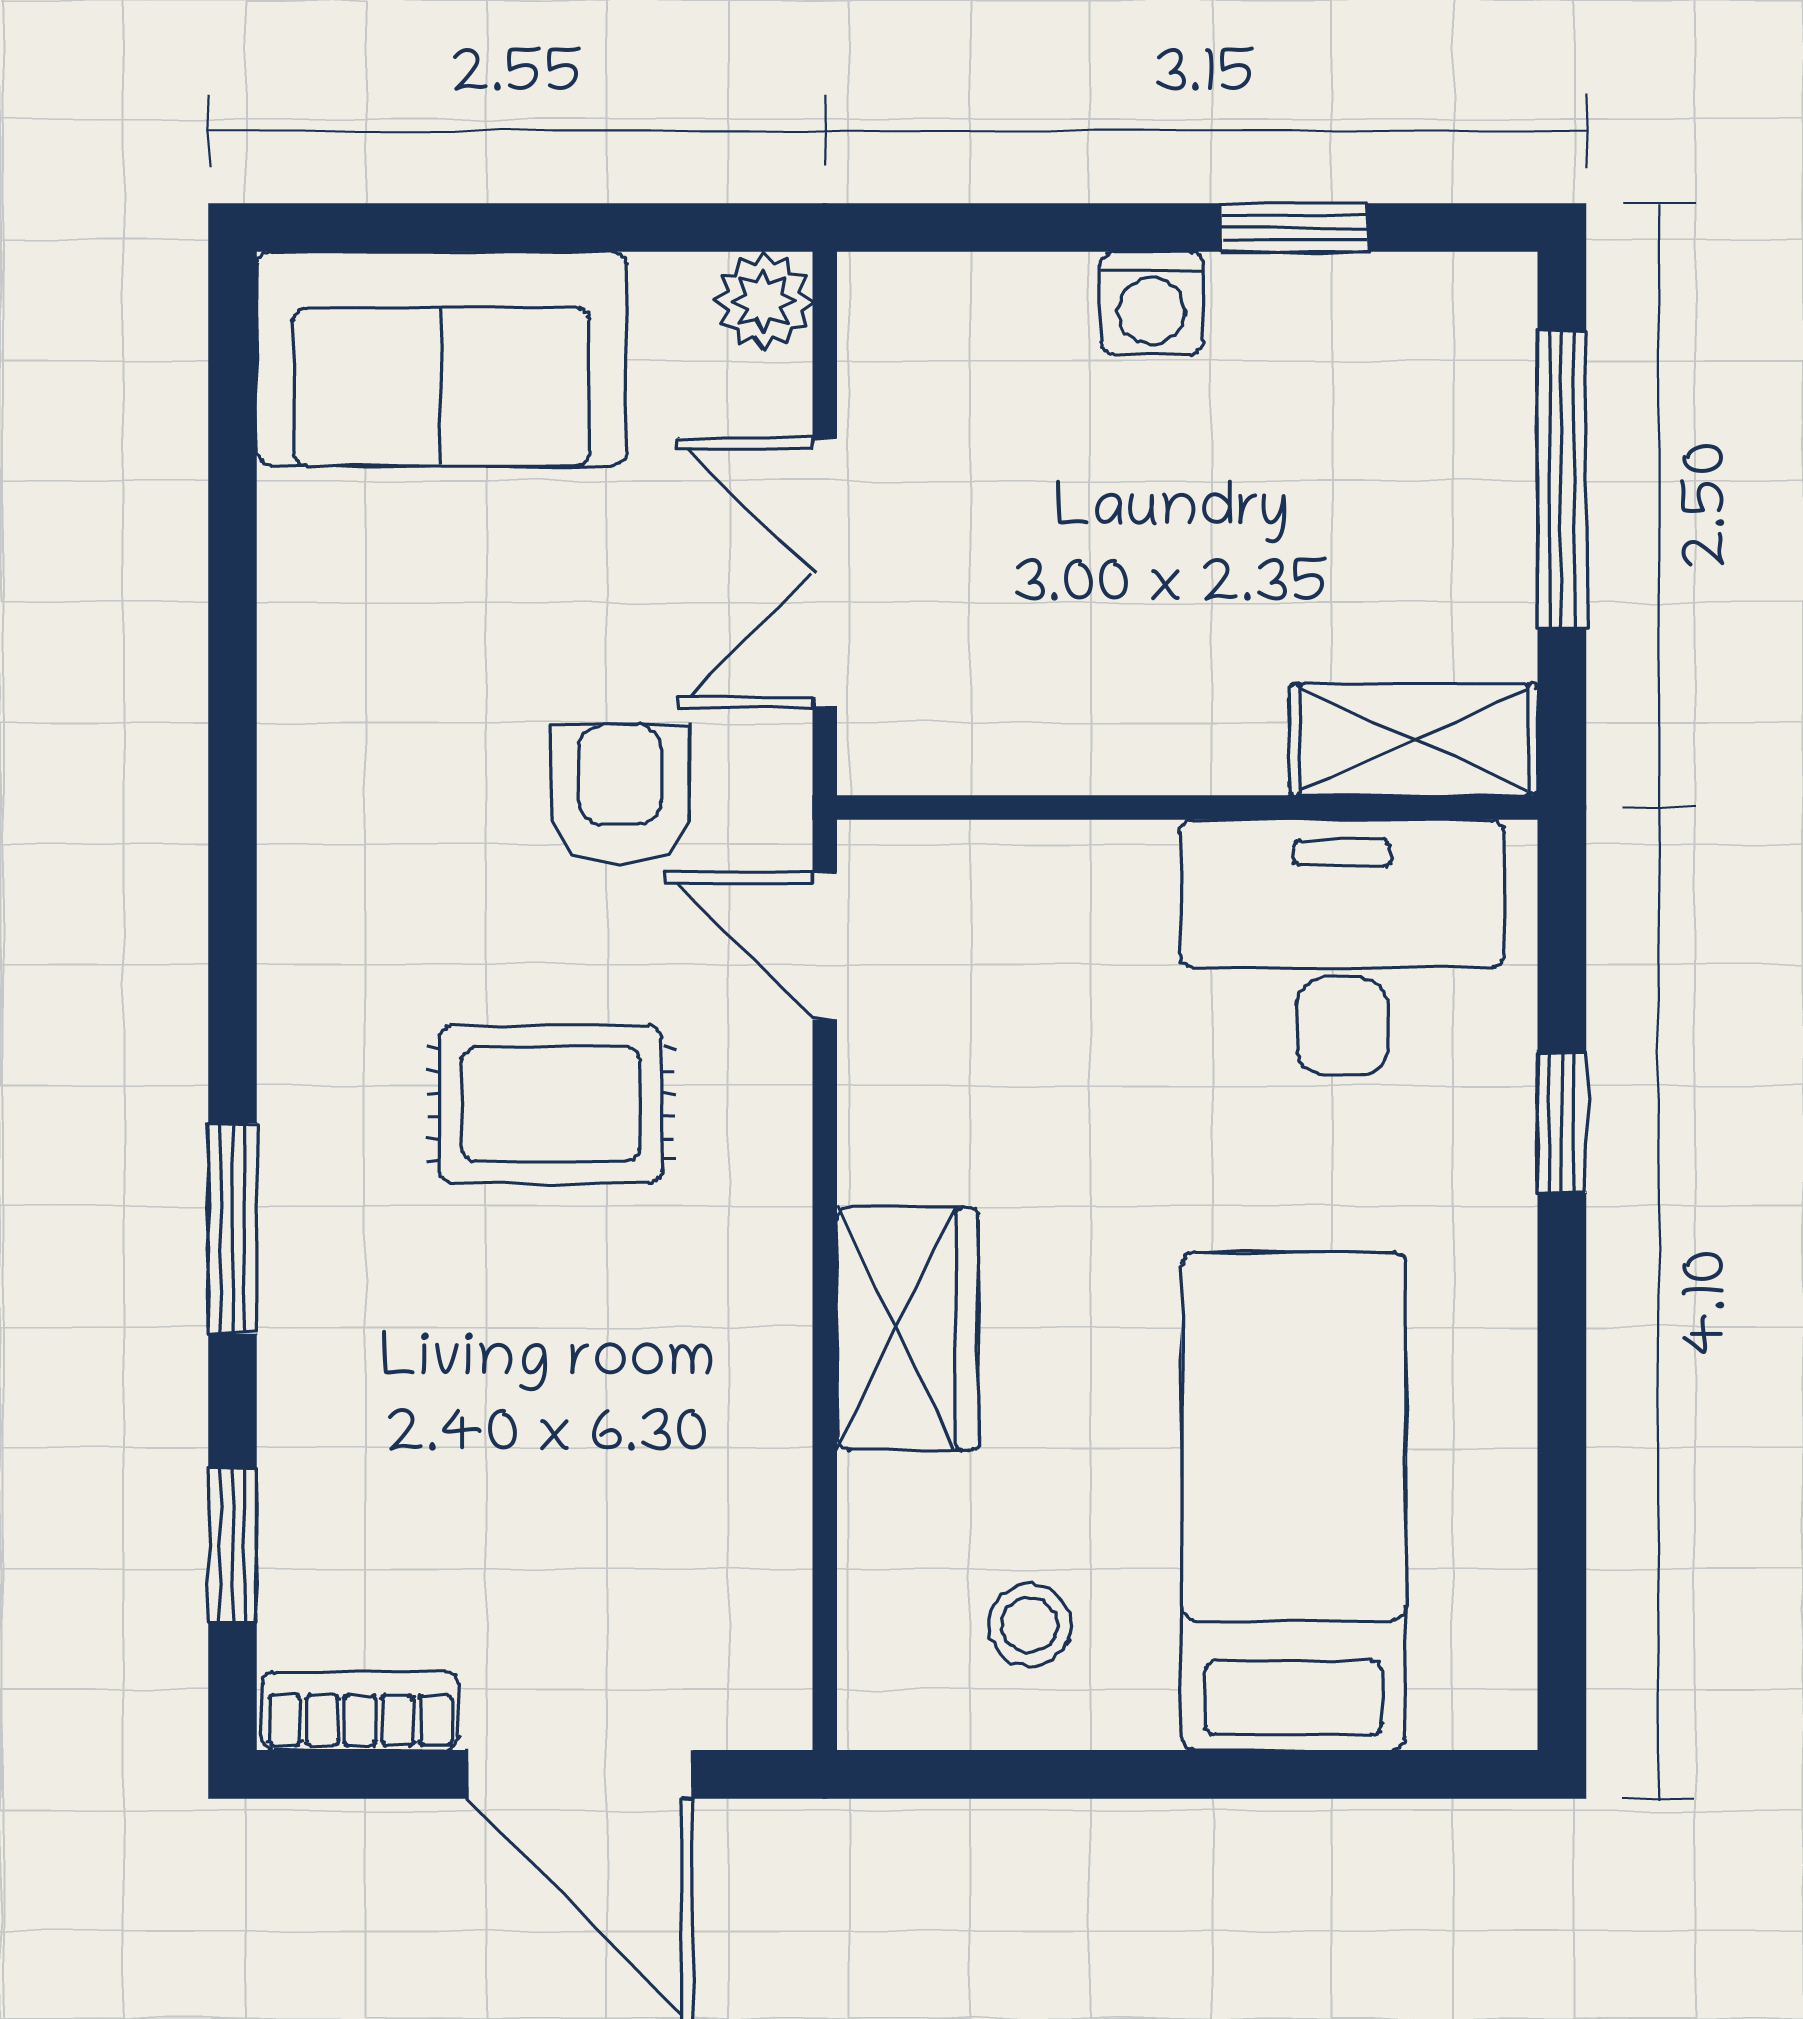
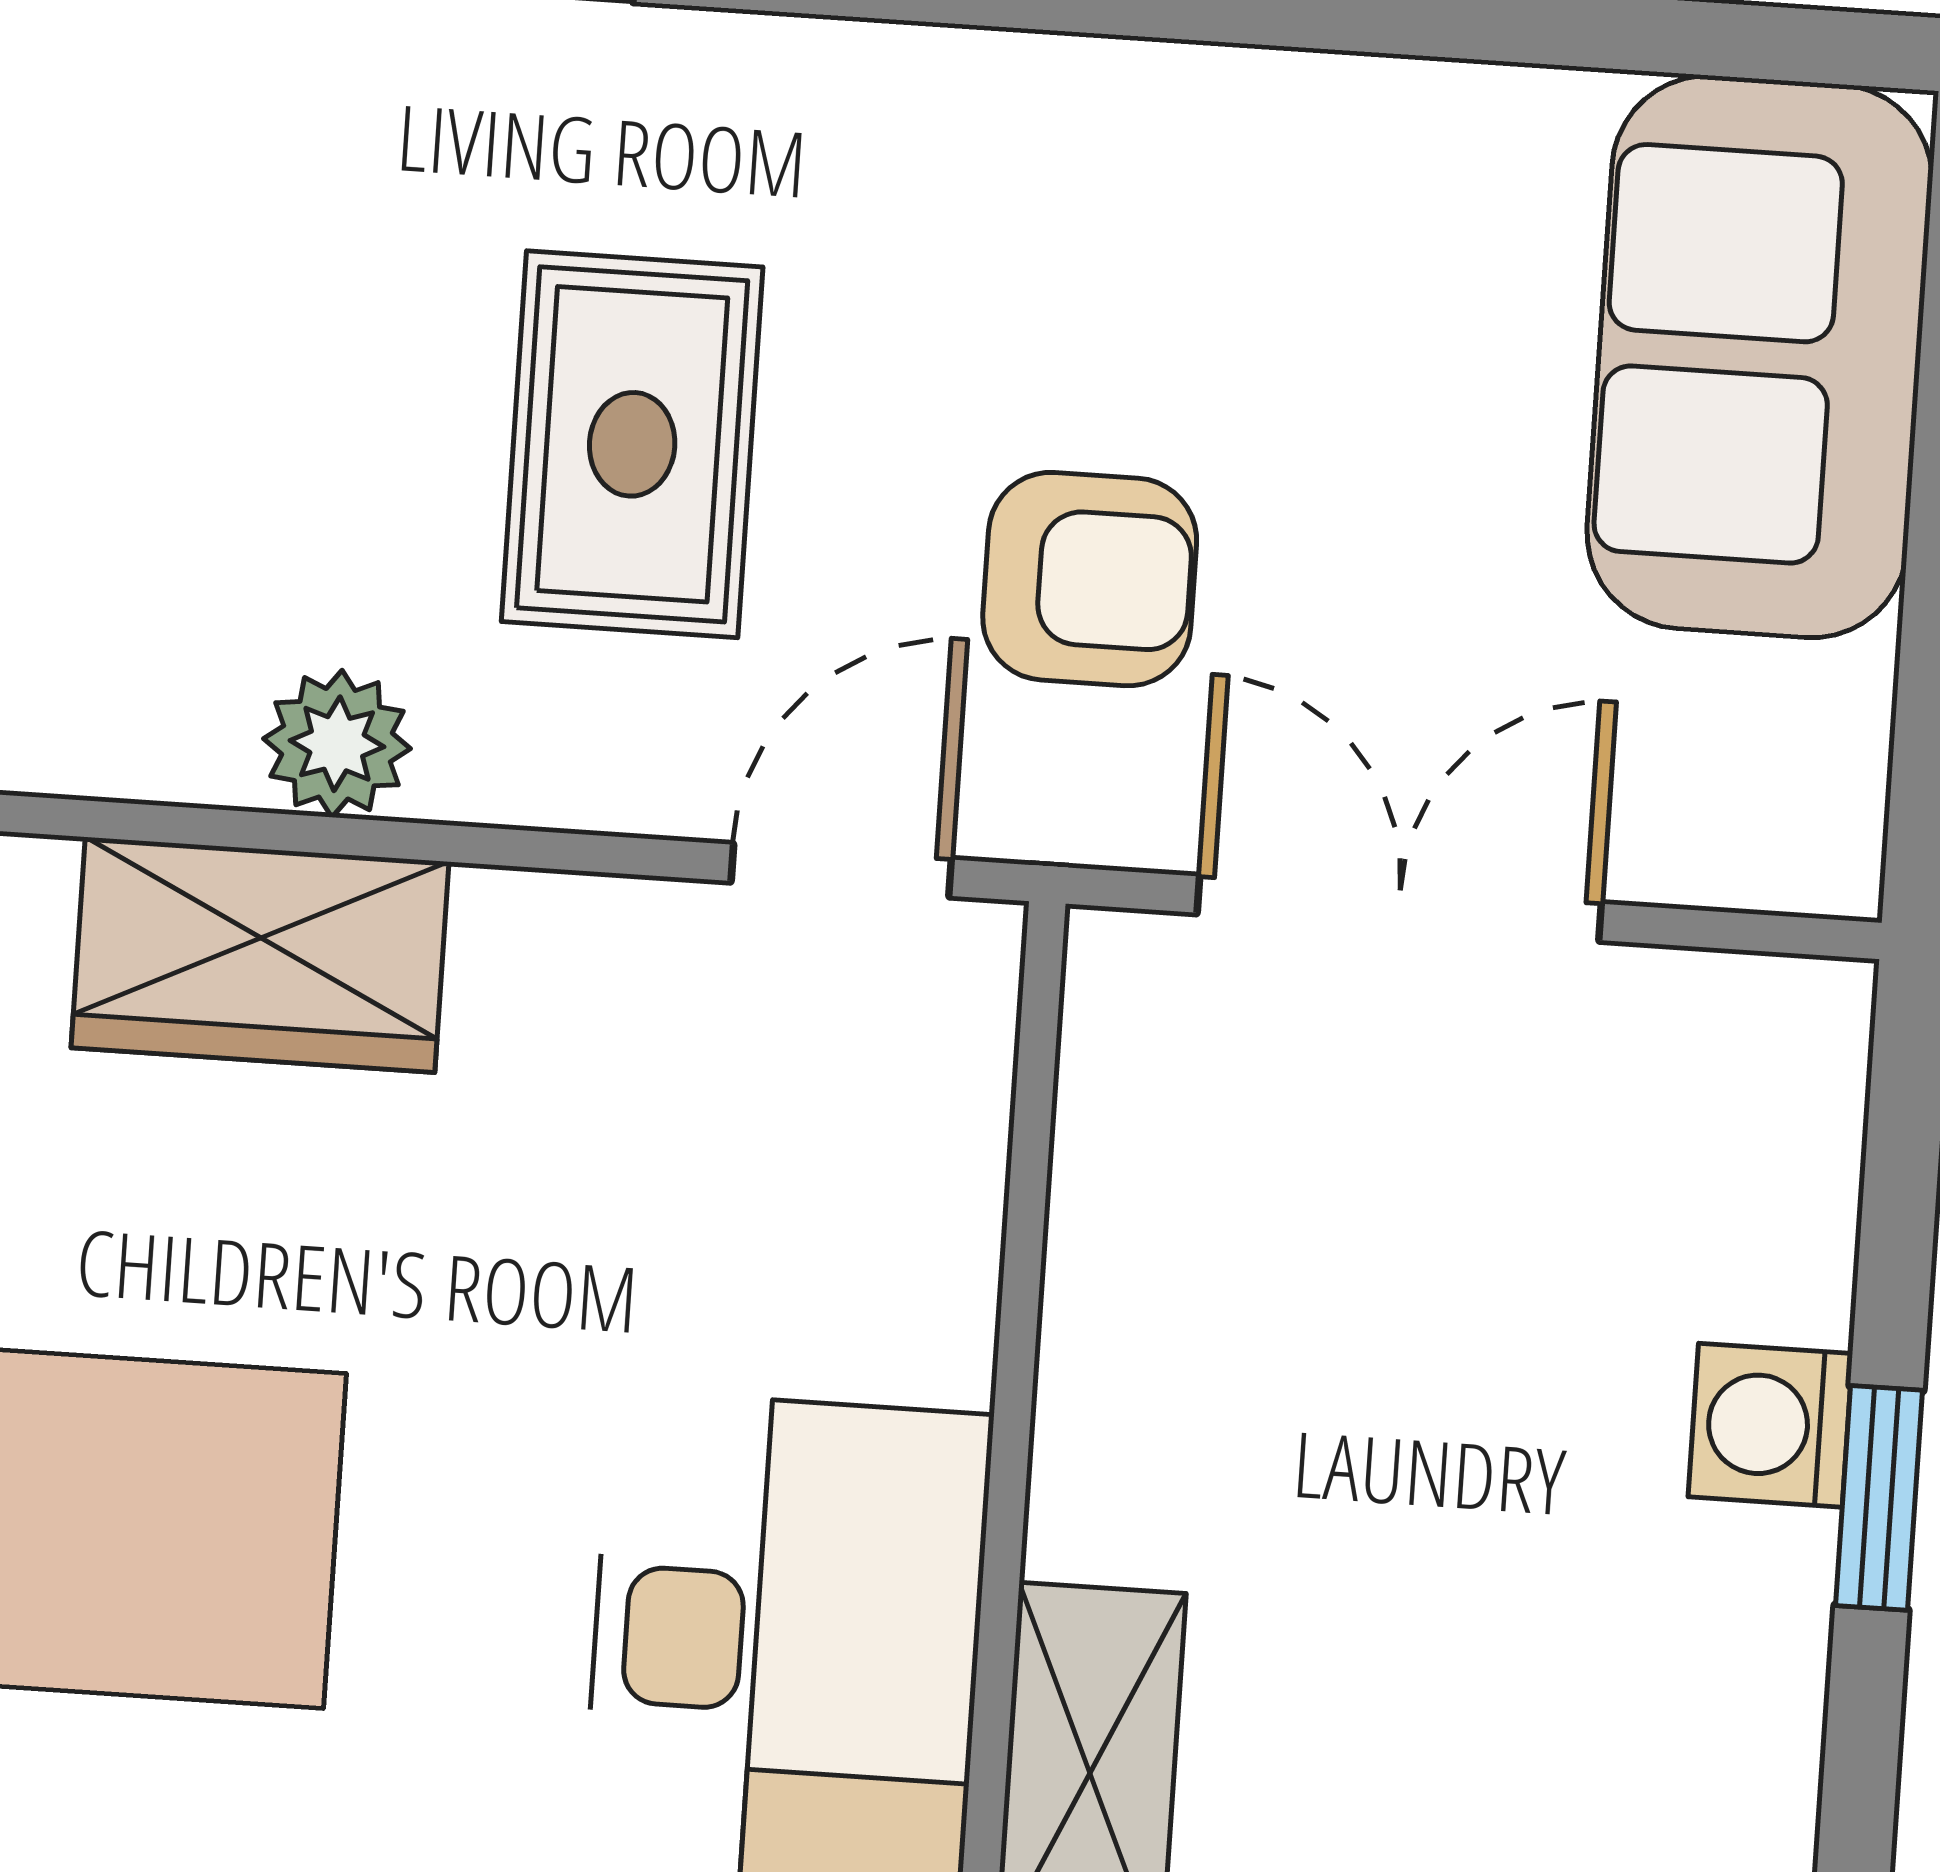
window: (1294, 228) -> (1879, 1498), moved
plant: (763, 301) -> (337, 744), moved

